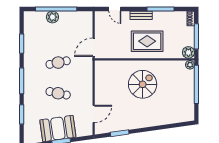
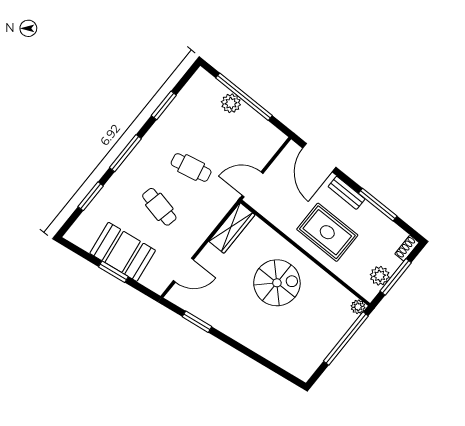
door: (115, 9) -> (319, 158), width x1.88
plant: (188, 52) -> (380, 276), moved
wardrobe: (100, 76) -> (232, 228), added

